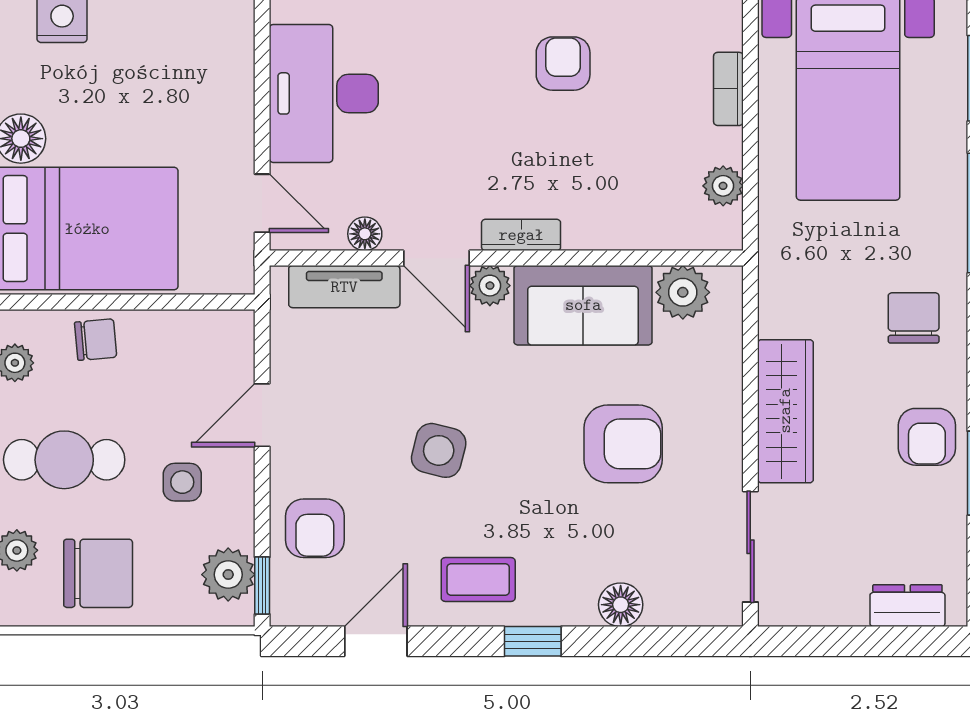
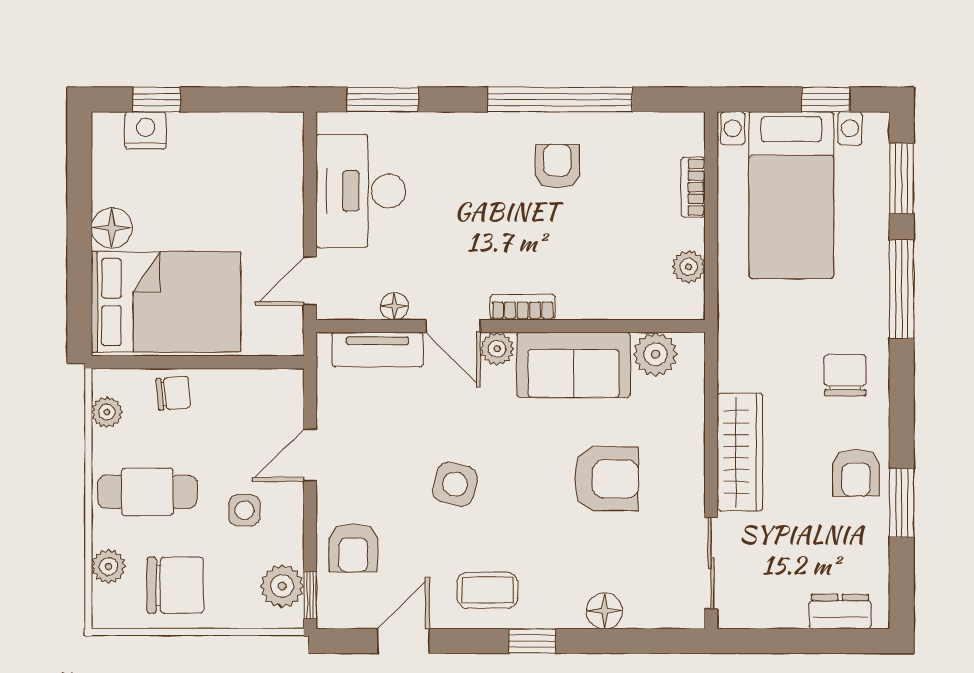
door: (262, 203) -> (310, 281), swing flipped

